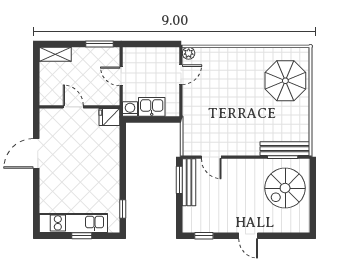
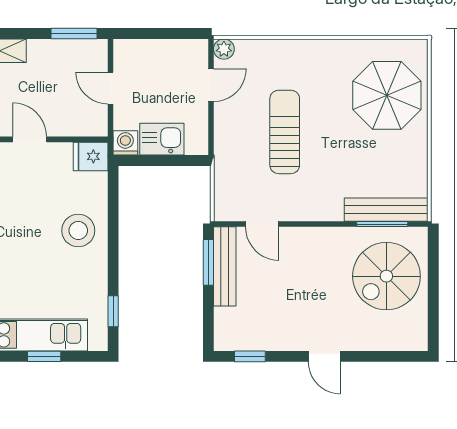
sun lounger: (225, 102) -> (285, 132), added
stool: (102, 161) -> (78, 230), added

